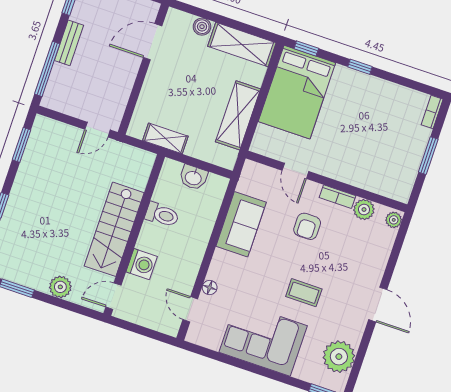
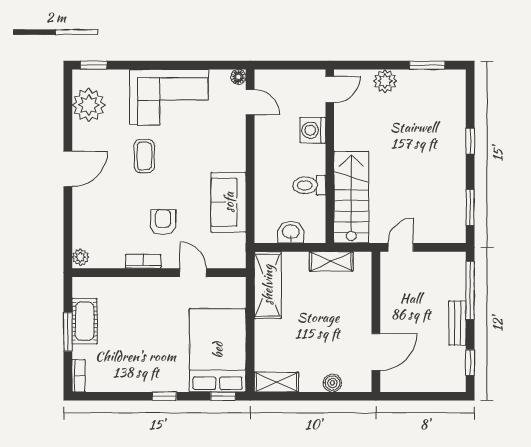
shelving: (242, 44) -> (276, 382), width x0.67, depth x0.75
shelving: (238, 115) -> (268, 285), moved
cot: (410, 160) -> (85, 321), added
plant: (364, 209) -> (113, 258), removed
stairs: (114, 229) -> (351, 197), moved
floor lamp: (210, 287) -> (238, 77), moved
coffee table: (304, 293) -> (144, 156), turned 90
door: (378, 305) -> (68, 169), swing flipped

